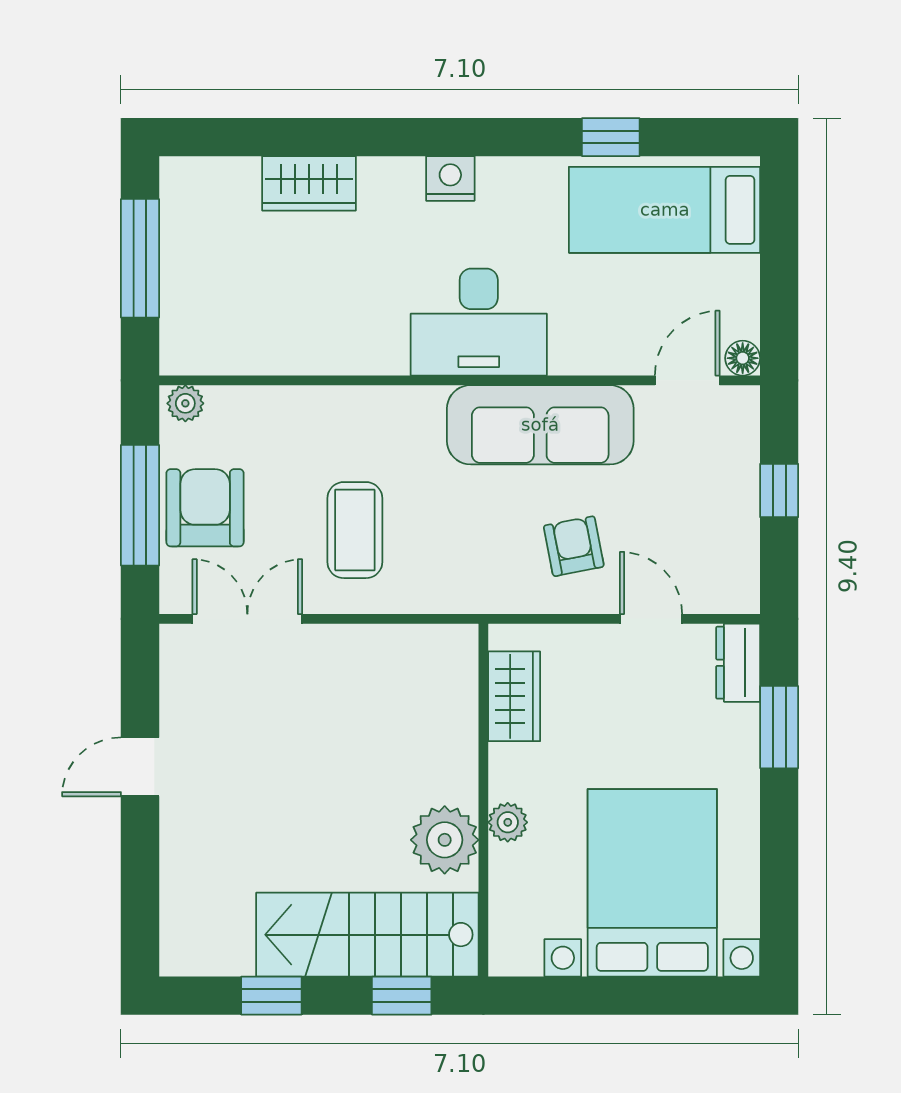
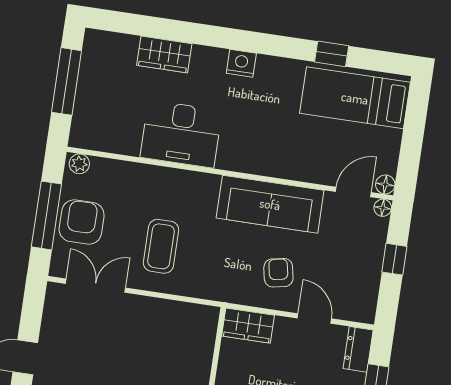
desk: (479, 322) -> (181, 134), moved
floor lamp: (744, 401) -> (383, 208), added
wardrobe: (514, 696) -> (248, 326), moved, turned 90

